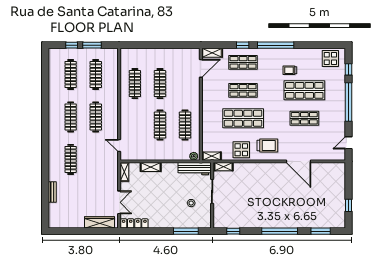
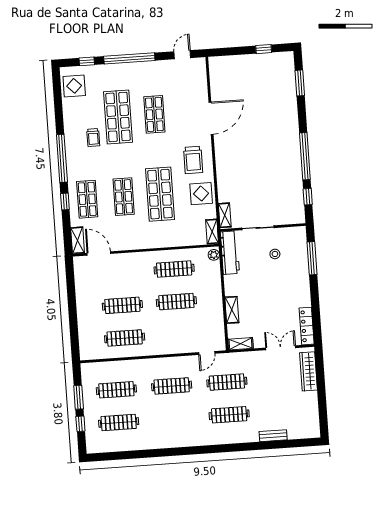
clothes rail: (71, 117) -> (227, 382), moved
door: (349, 143) -> (182, 55), swing flipped
trolley: (267, 145) -> (193, 160), turned 180
window: (280, 231) -> (305, 156), moved

